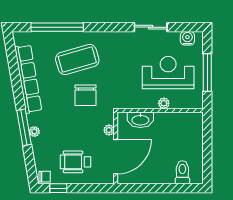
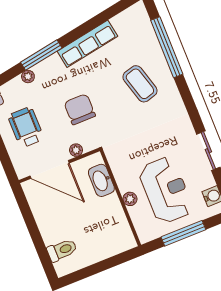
coffee table: (77, 59) -> (140, 84), width x0.73, depth x0.76
row of seats: (28, 79) -> (87, 44), width x0.73
chair: (86, 95) -> (80, 109), moved, turned 90
plant: (34, 132) -> (28, 76), moved

